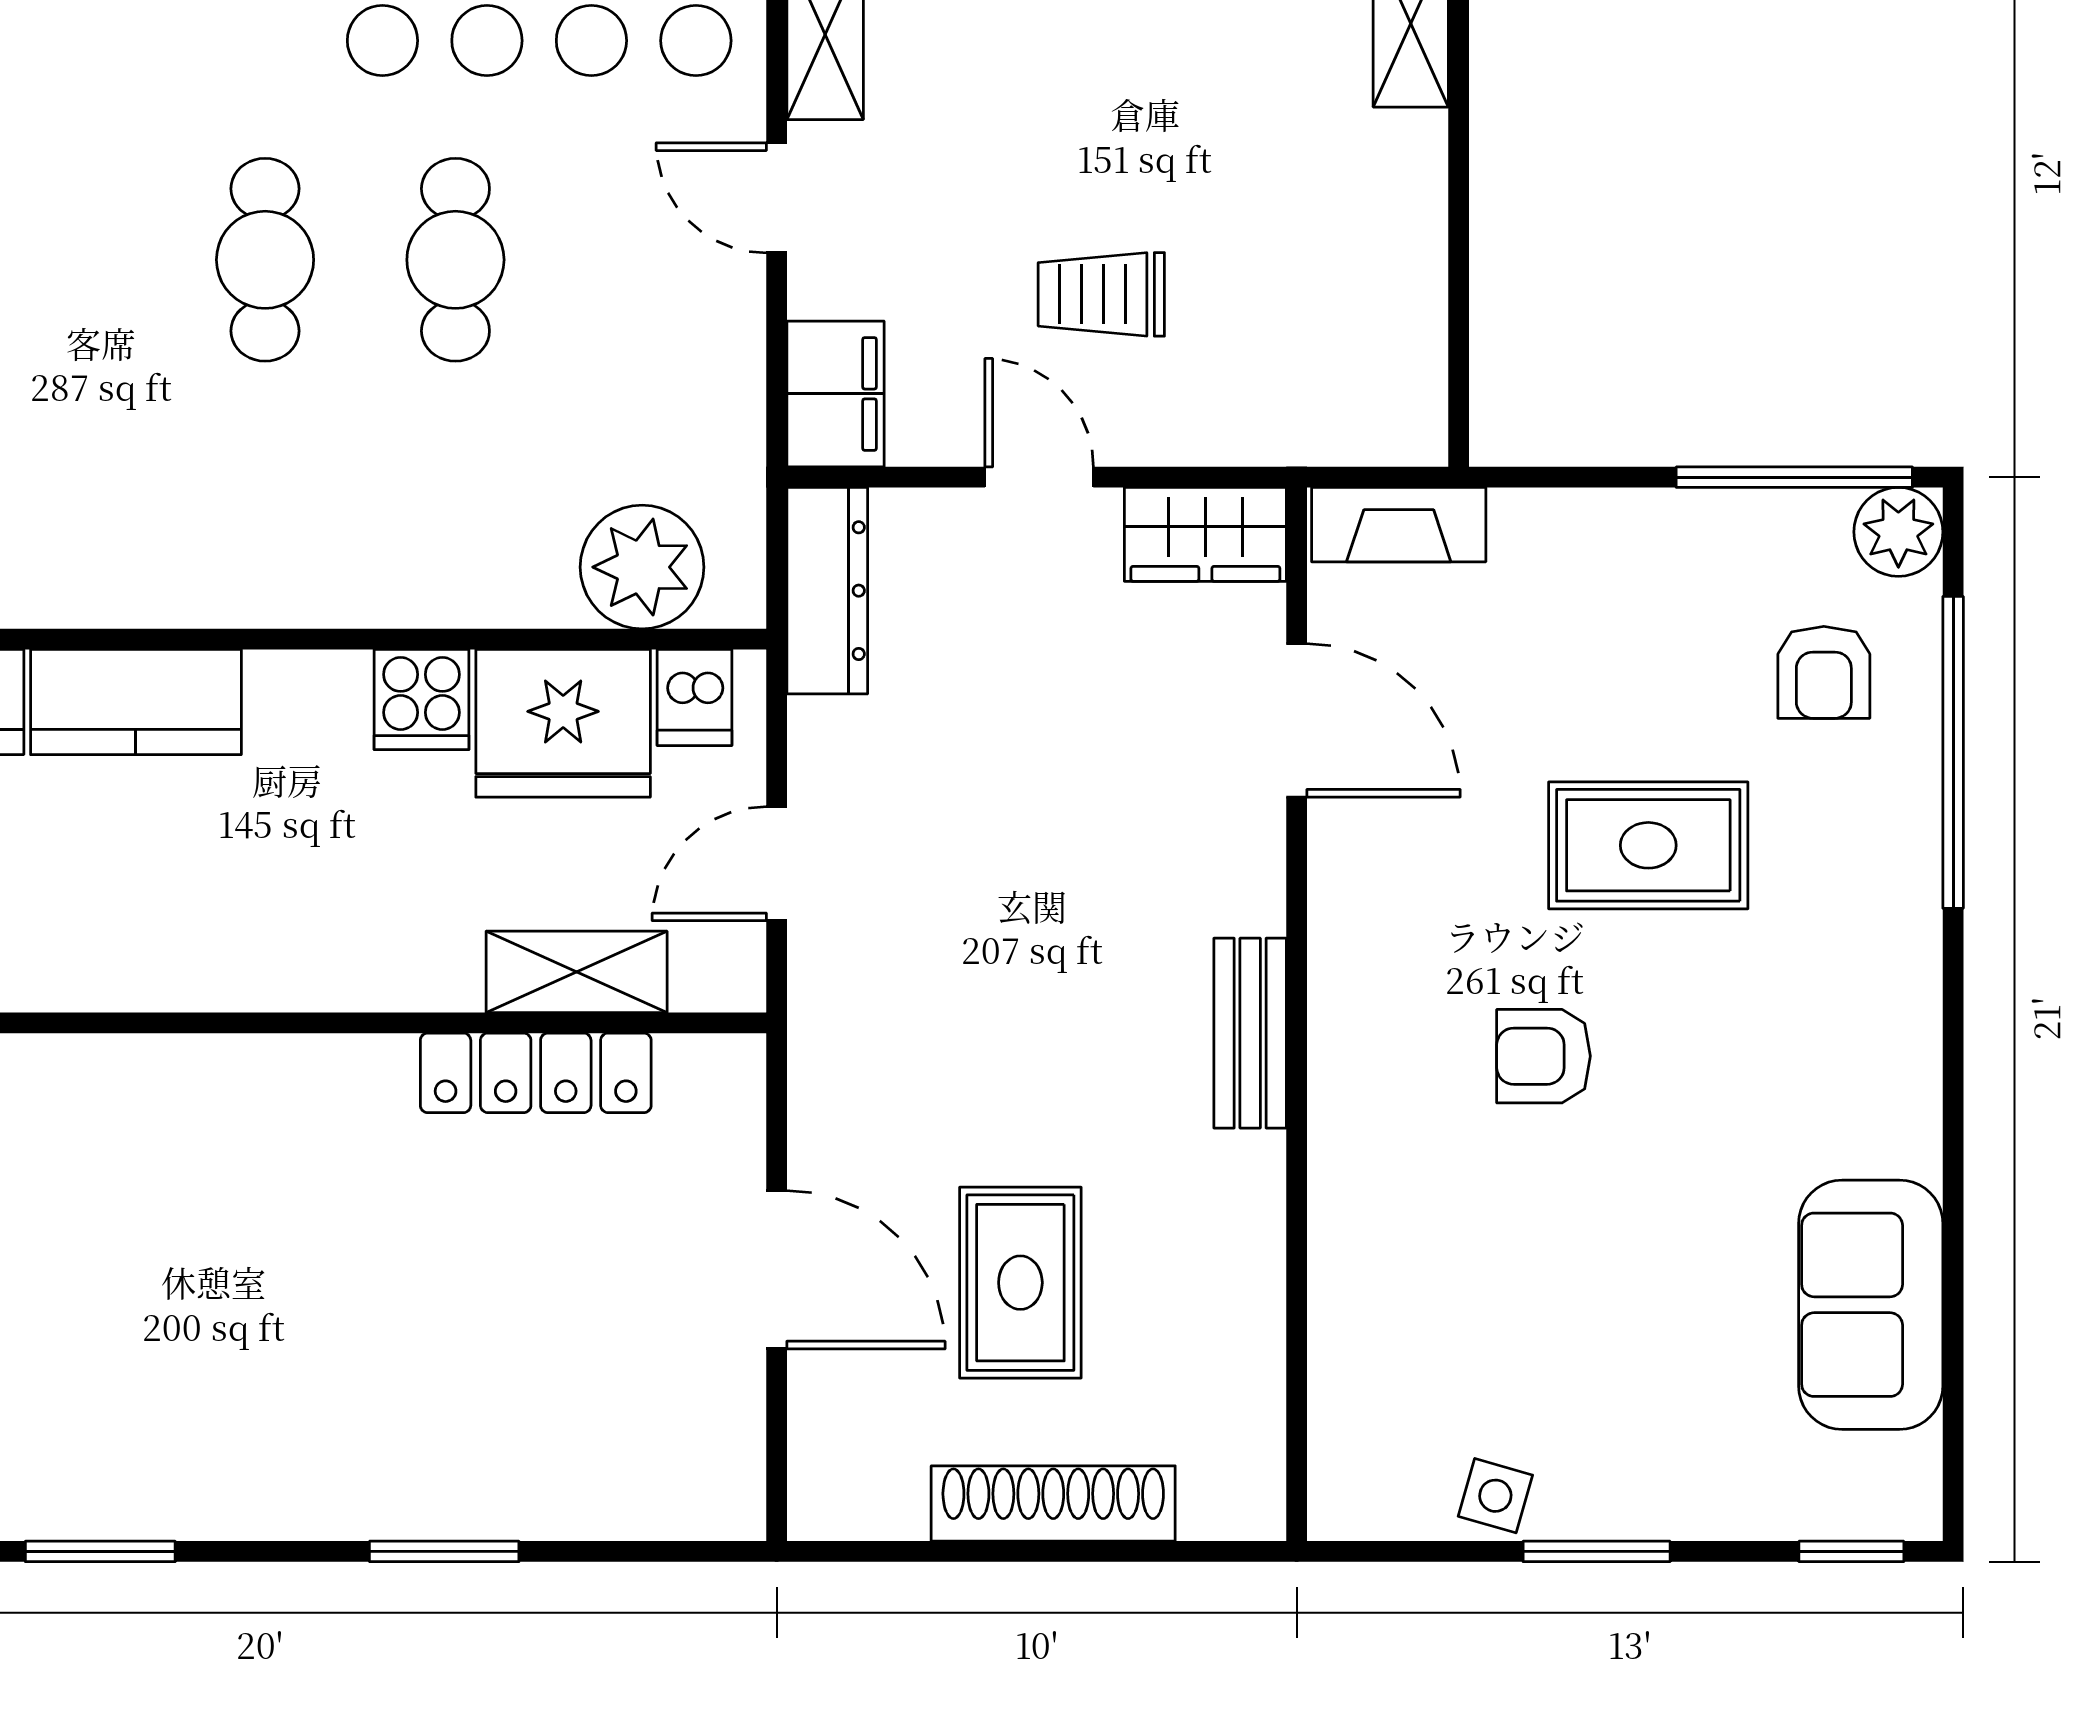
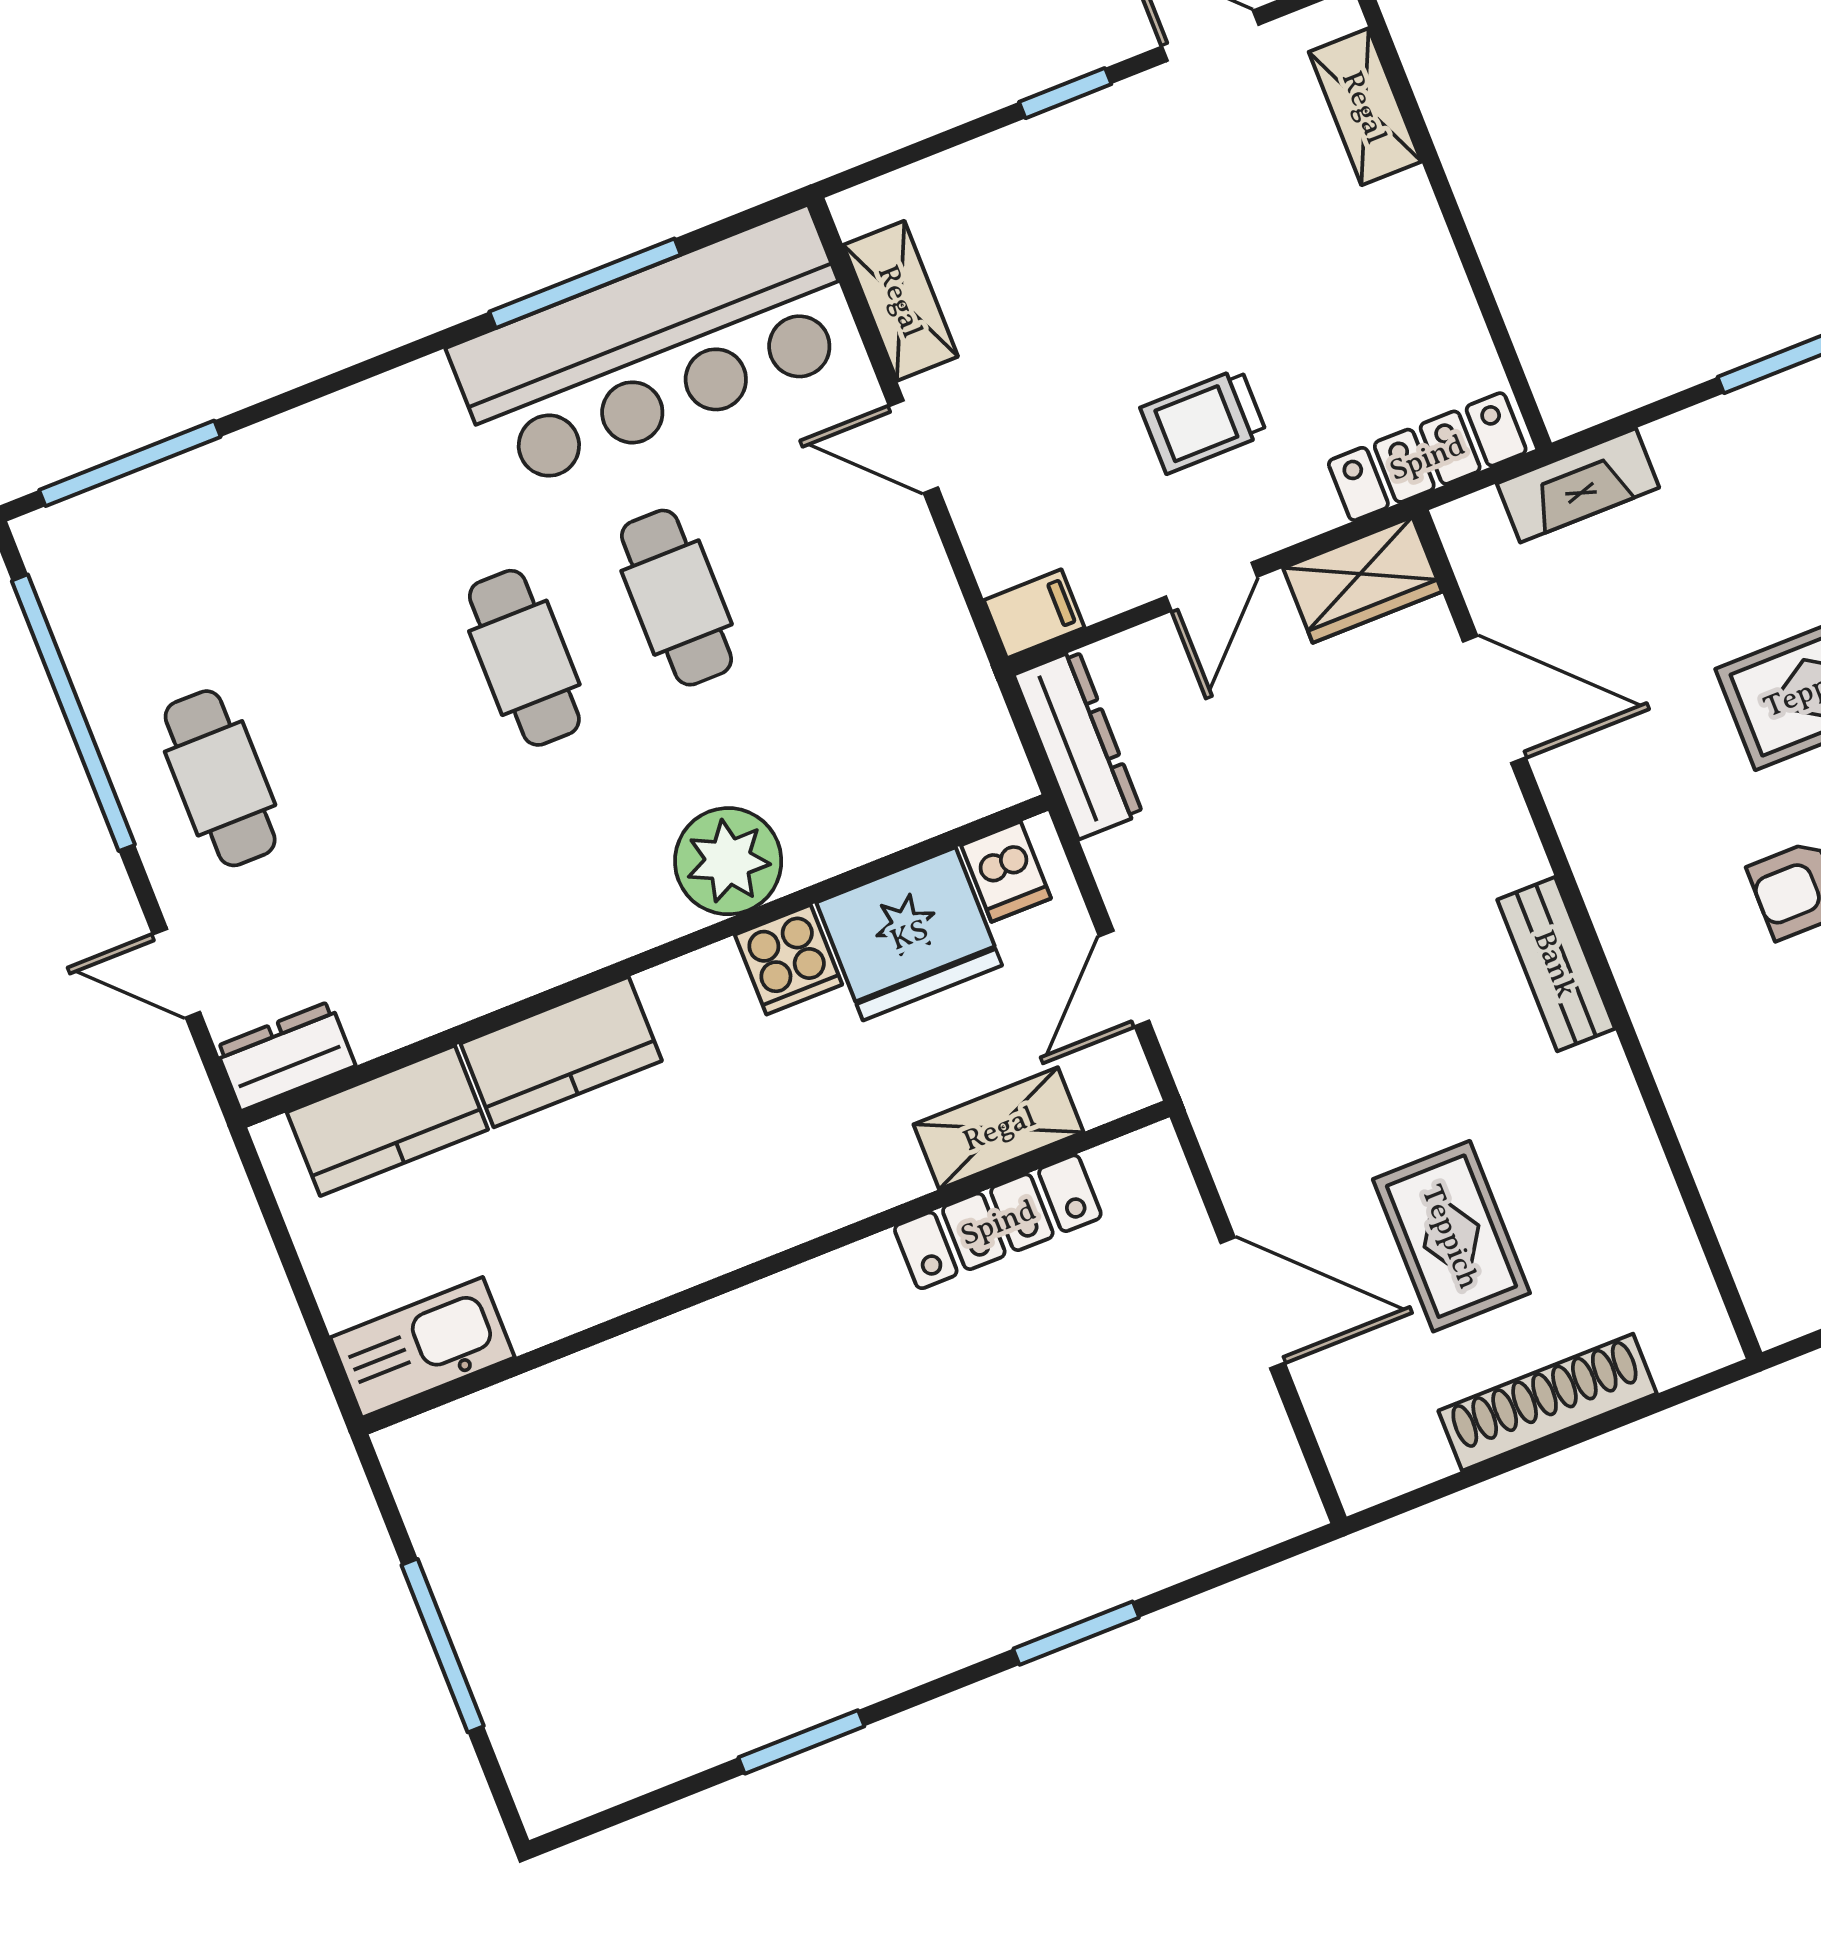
filing cabinet: (835, 394) -> (1034, 614), width x0.50
locker: (1328, 429) -> (1427, 457), added
door: (1039, 477) -> (1212, 587), swing flipped
fireplace: (1399, 525) -> (1578, 485), moved
plant: (642, 567) -> (728, 861), moved

